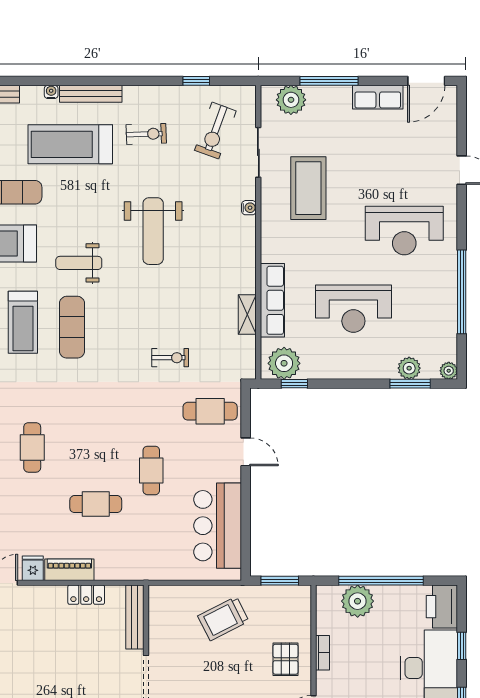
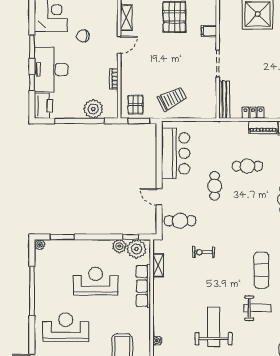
shelving: (247, 315) -> (158, 265), moved
plant: (409, 368) -> (119, 246), moved
pallet: (286, 659) -> (135, 105), moved

